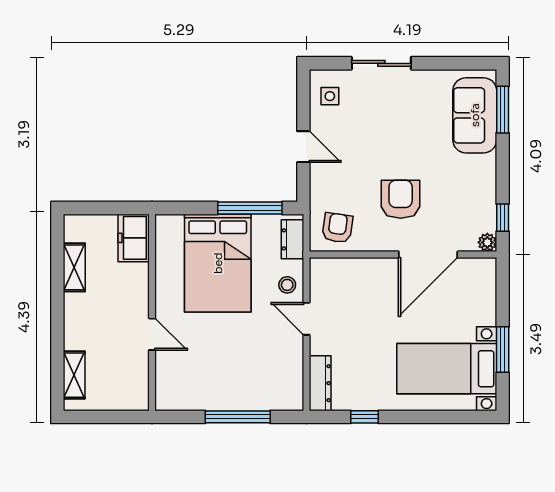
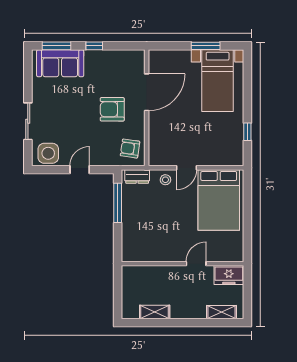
side table: (330, 96) -> (48, 153), width x1.87, depth x1.87
window: (503, 218) -> (94, 46), moved
freezer: (134, 238) -> (229, 275), moved
plant: (487, 242) -> (139, 55), removed
door: (428, 255) -> (147, 92), hinge flipped
bed: (218, 263) -> (219, 200), moved, turned 90
dresser: (320, 383) -> (227, 159), removed
window: (238, 417) -> (247, 210), removed

